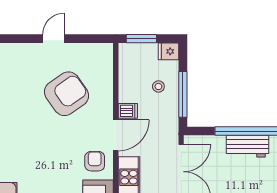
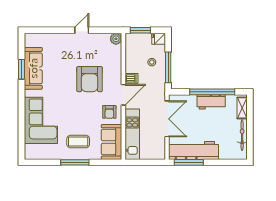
plant: (105, 51) -> (116, 39), added
armchair: (67, 94) -> (90, 79), moved, turned 125
armchair: (95, 161) -> (109, 112), turned 180

